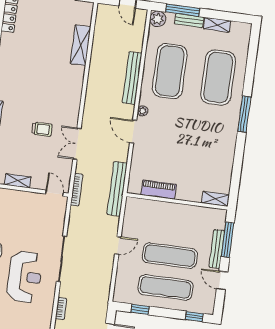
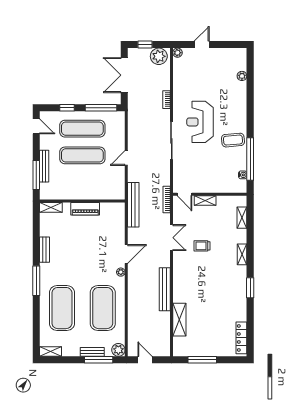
shelving: (217, 25) -> (51, 352), moved
bench: (132, 78) -> (165, 289), moved
door: (133, 132) -> (126, 254), hinge flipped
bench: (230, 150) -> (45, 250), added
shelving: (18, 181) -> (205, 200), moved
piano: (159, 190) -> (85, 209), moved
door: (222, 280) -> (36, 126), moved
window: (140, 309) -> (101, 108), width x2.17
window: (194, 317) -> (67, 108), moved

